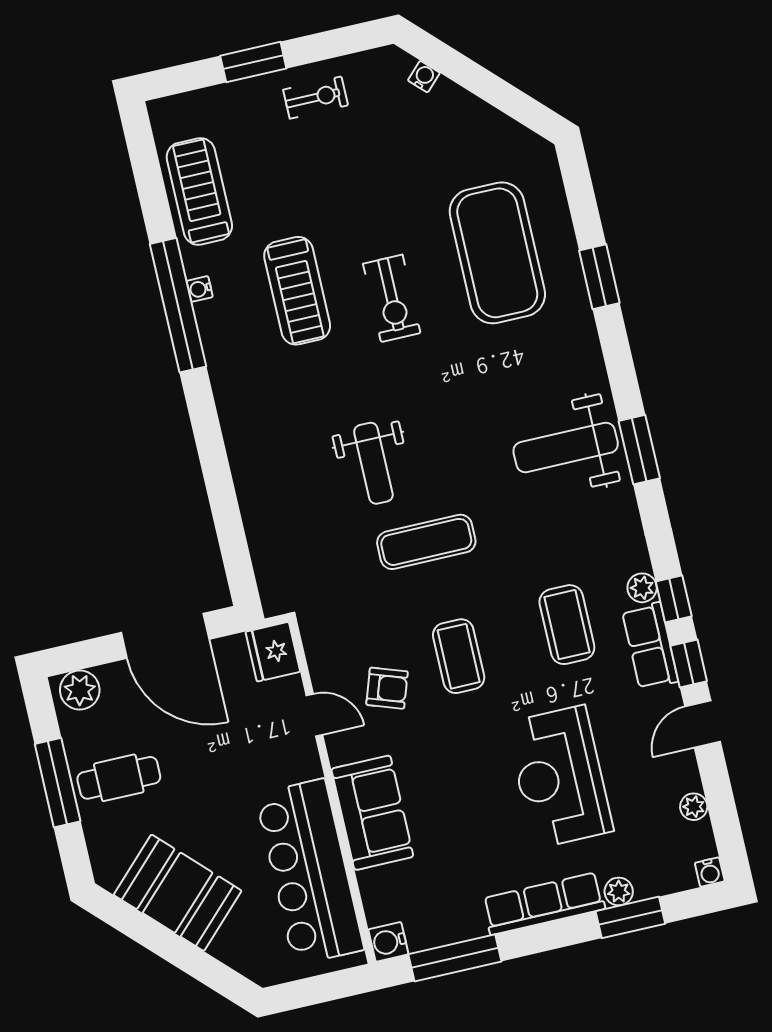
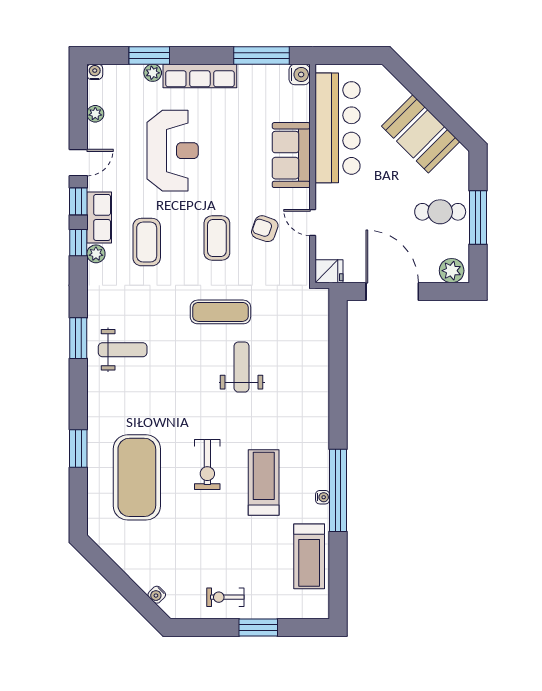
exercise bike: (392, 298) -> (207, 465), turned 180
weight bench: (566, 447) -> (123, 350), width x0.73, depth x0.75
fridge: (273, 652) -> (329, 271), width x0.72

